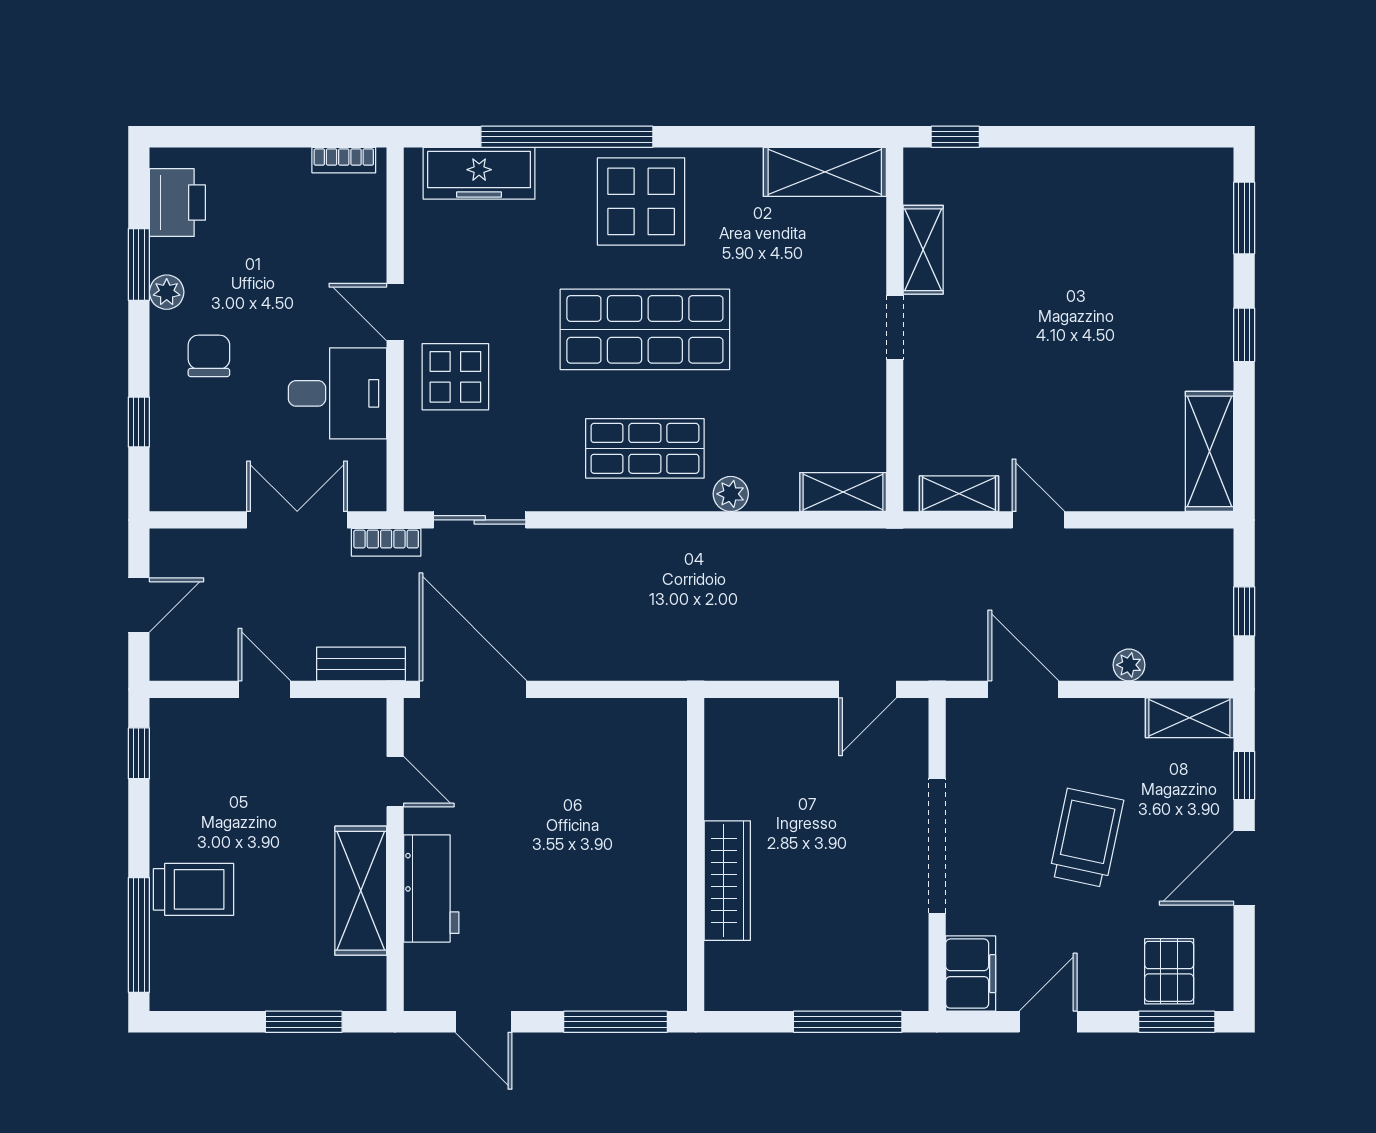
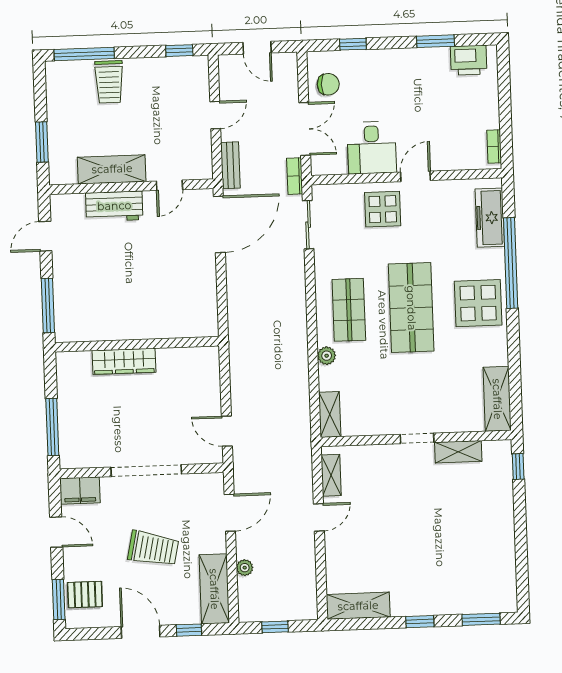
plant: (167, 292) -> (422, 56), removed
chair: (209, 356) -> (328, 84), moved
shelving: (1189, 718) -> (214, 589), width x1.50, depth x1.33

